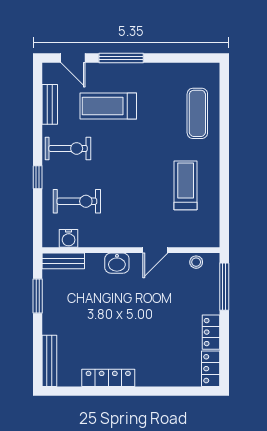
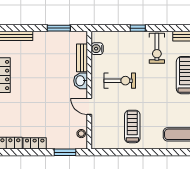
treadmill: (186, 185) -> (132, 126), turned -90
exercise bike: (77, 201) -> (120, 81), moved, turned -90
bench: (63, 261) -> (82, 58), moved
window: (224, 287) -> (65, 152), width x0.69

